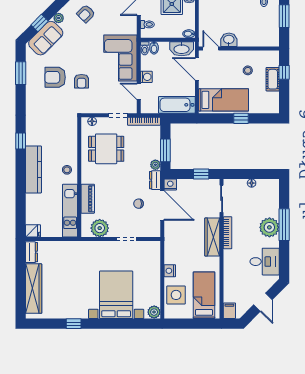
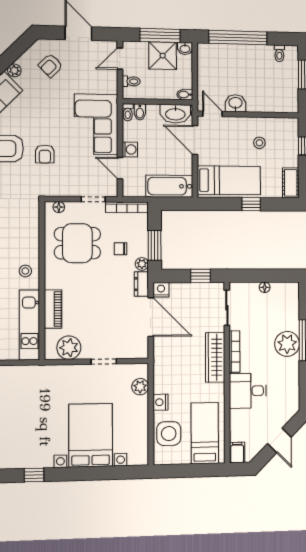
cot: (273, 79) -> (291, 183), moved
chair: (139, 204) -> (120, 249), moved
desk: (265, 262) -> (248, 391), moved, turned 180
plant: (154, 312) -> (140, 387), moved

